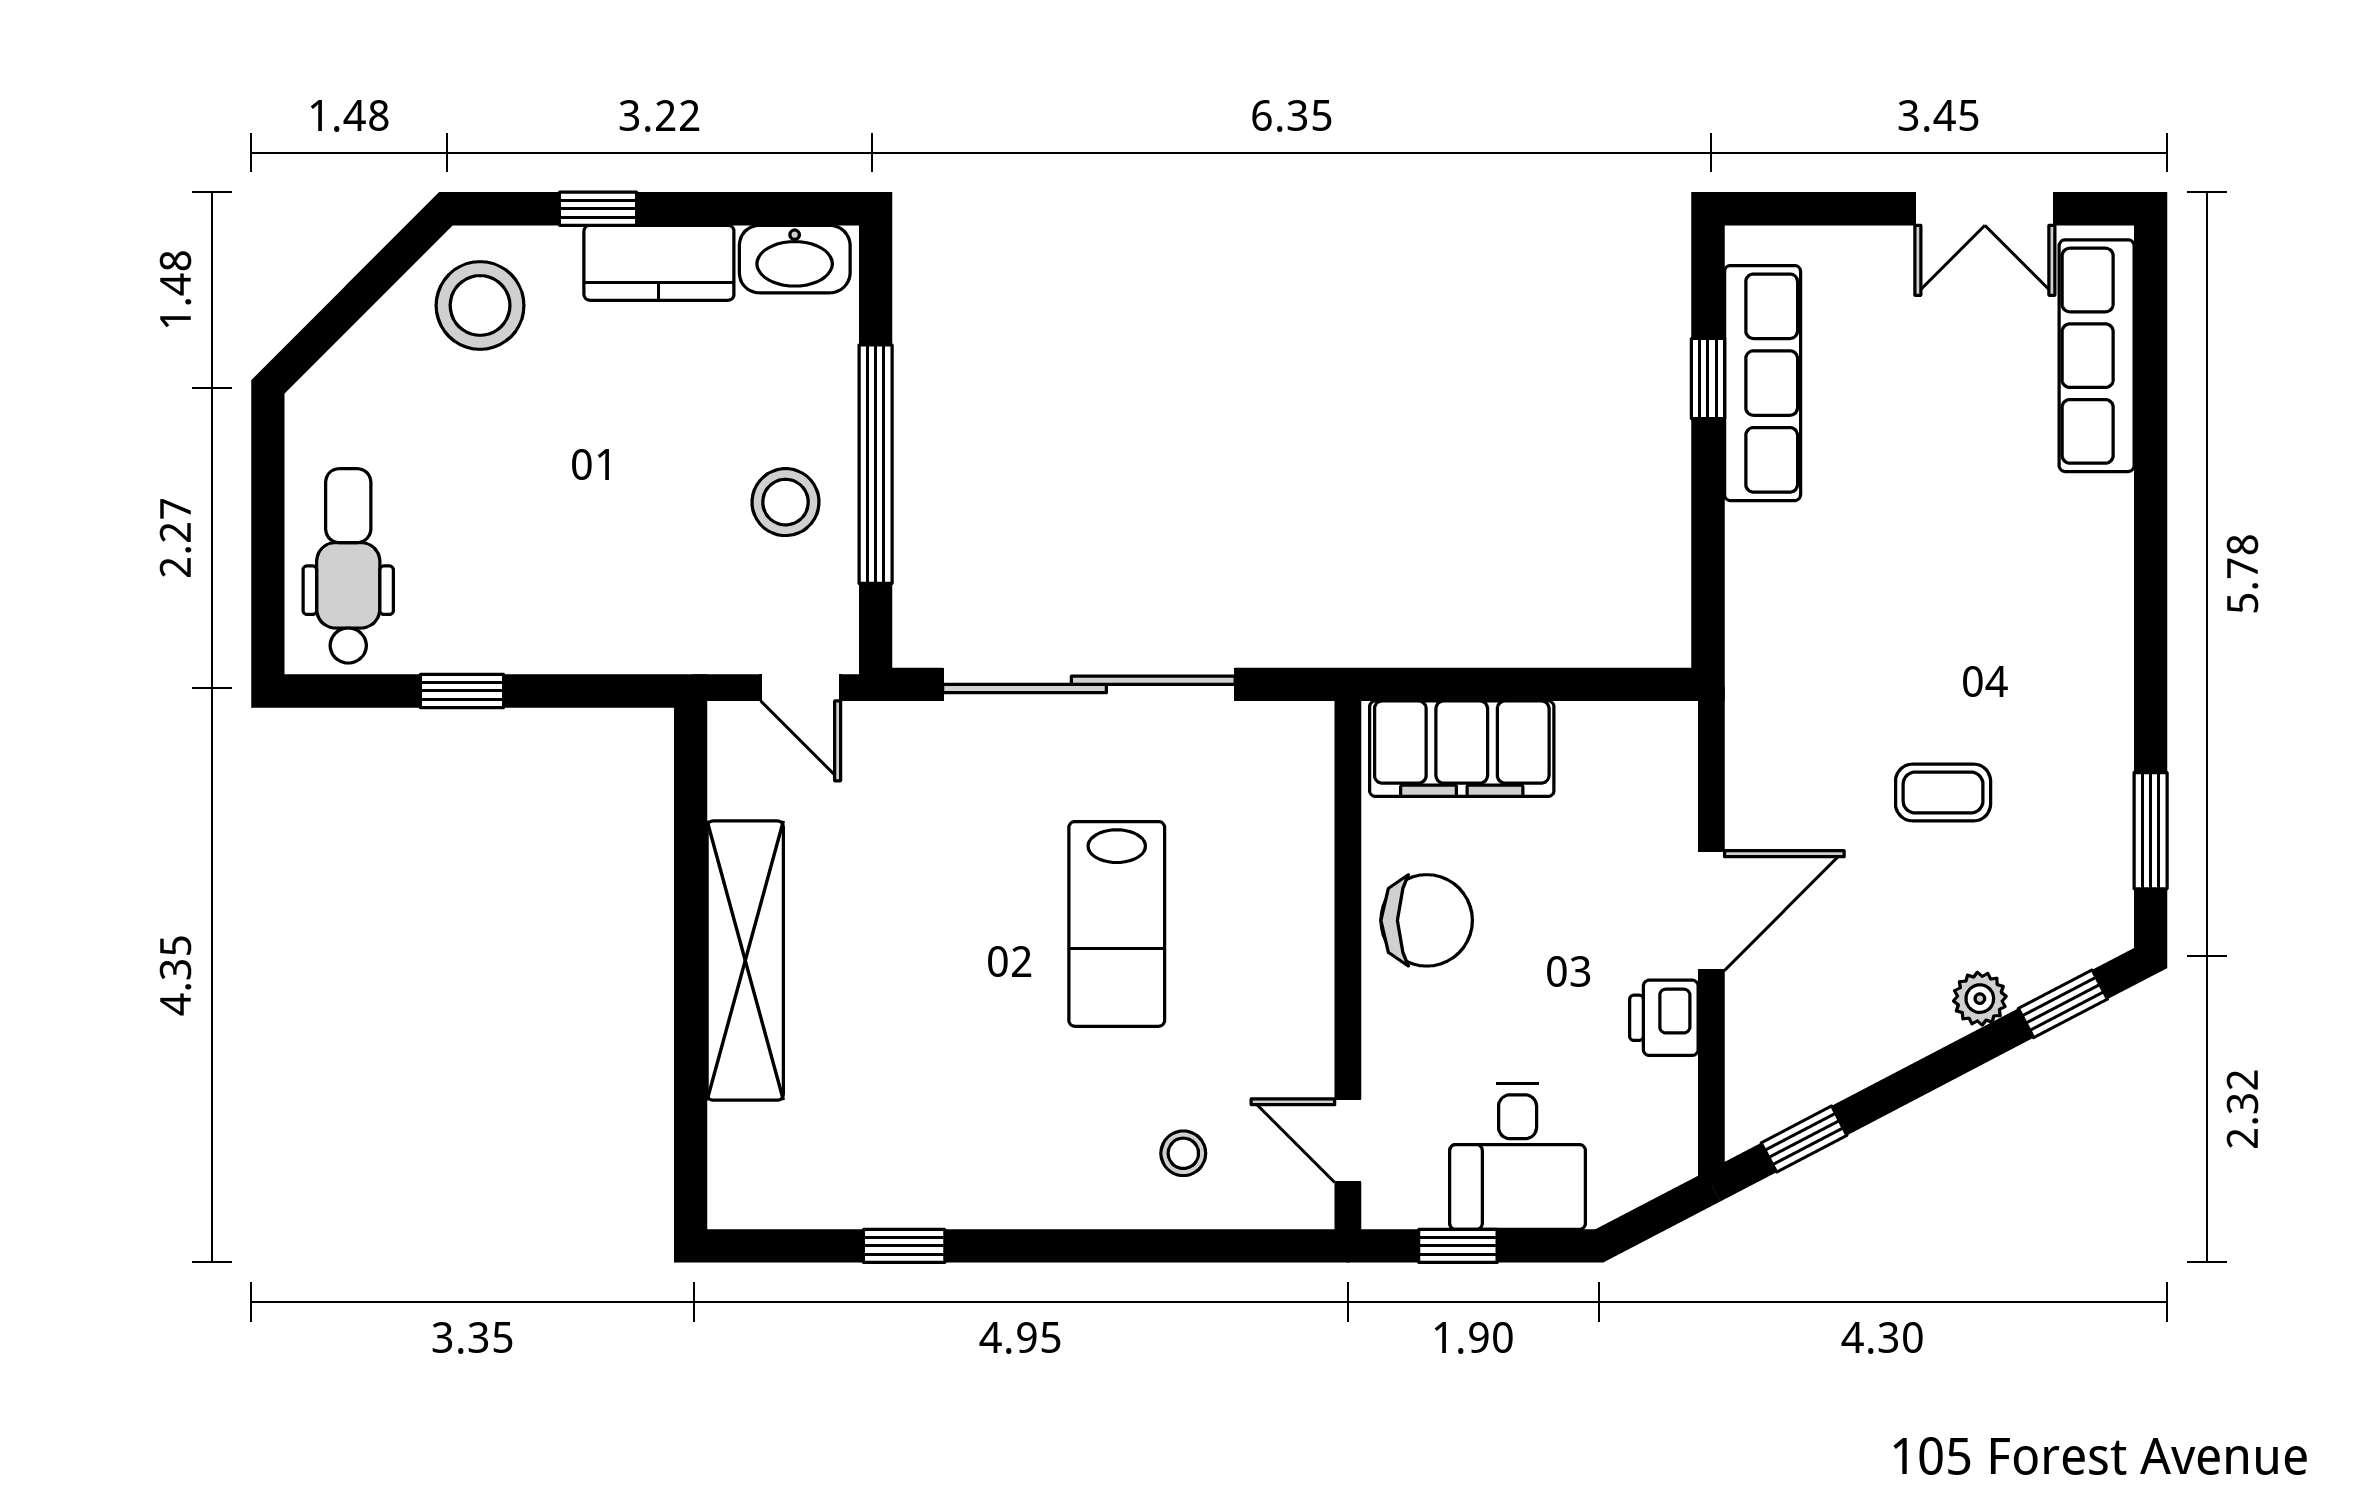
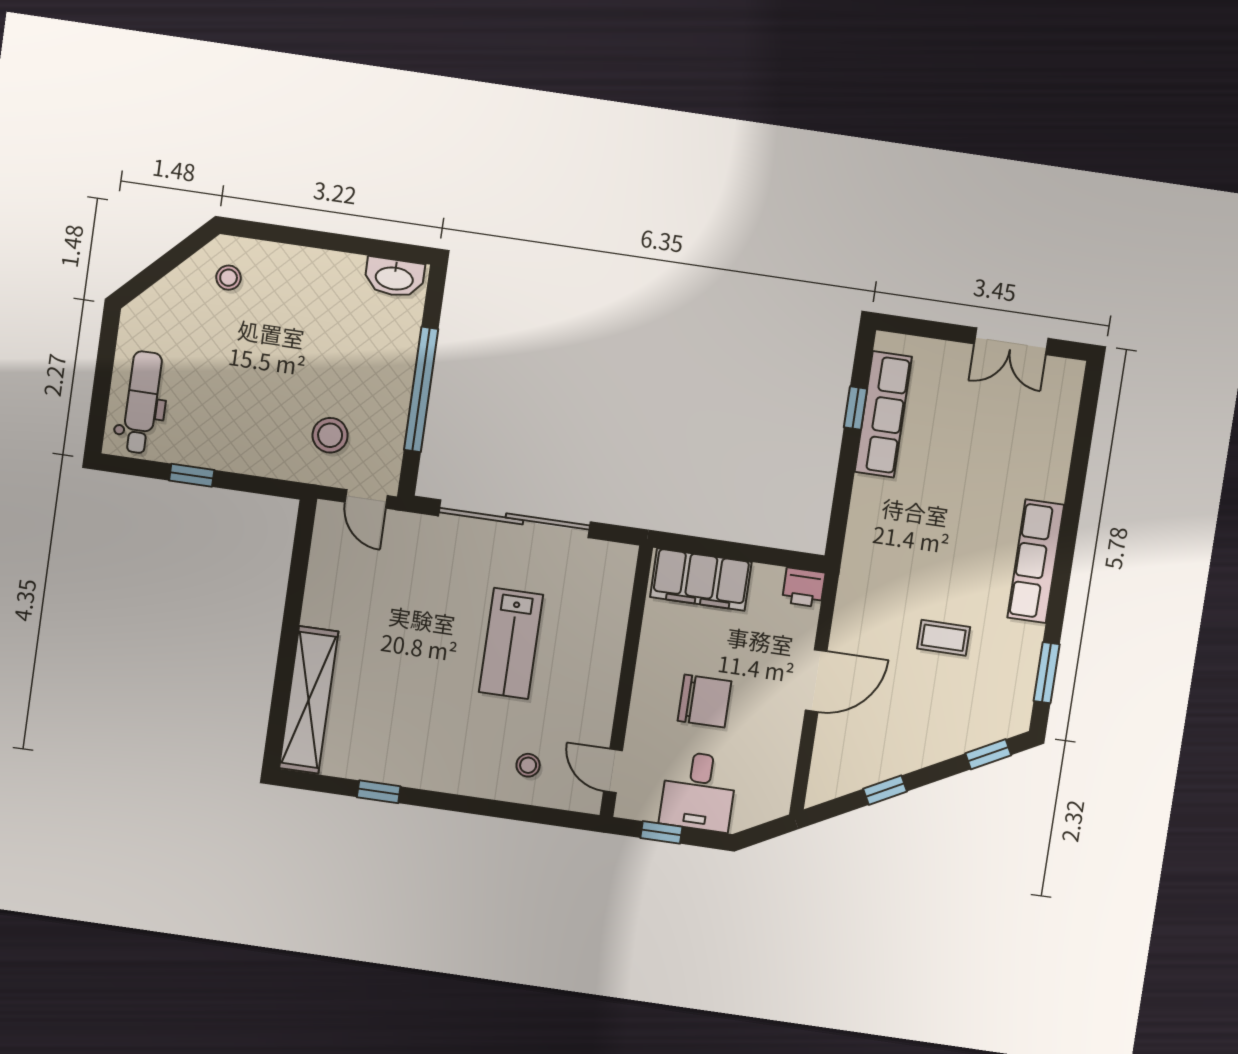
window: (598, 209) -> (296, 236), removed
kitchen counter: (659, 263) -> (324, 269), removed
stool: (480, 305) -> (229, 278), width x0.53, depth x0.53
row of seats: (2097, 356) -> (1036, 561), moved
stool: (785, 502) -> (330, 435), moved
chair: (1427, 920) -> (704, 701), moved
shelving: (745, 961) -> (309, 700), moved
plant: (1980, 999) -> (946, 745), removed
printer: (1664, 1018) -> (804, 587), moved, turned -90
window: (1804, 1139) -> (885, 790), moved

